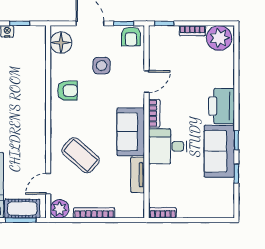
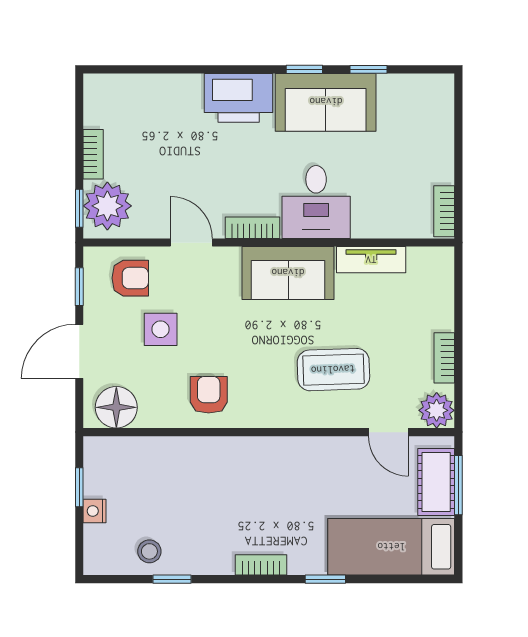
armchair: (131, 37) -> (130, 278), moved
plant: (219, 38) -> (107, 206), moved
coffee table: (81, 155) -> (333, 370), turned 47
bookcase: (94, 213) -> (444, 358), width x0.64

